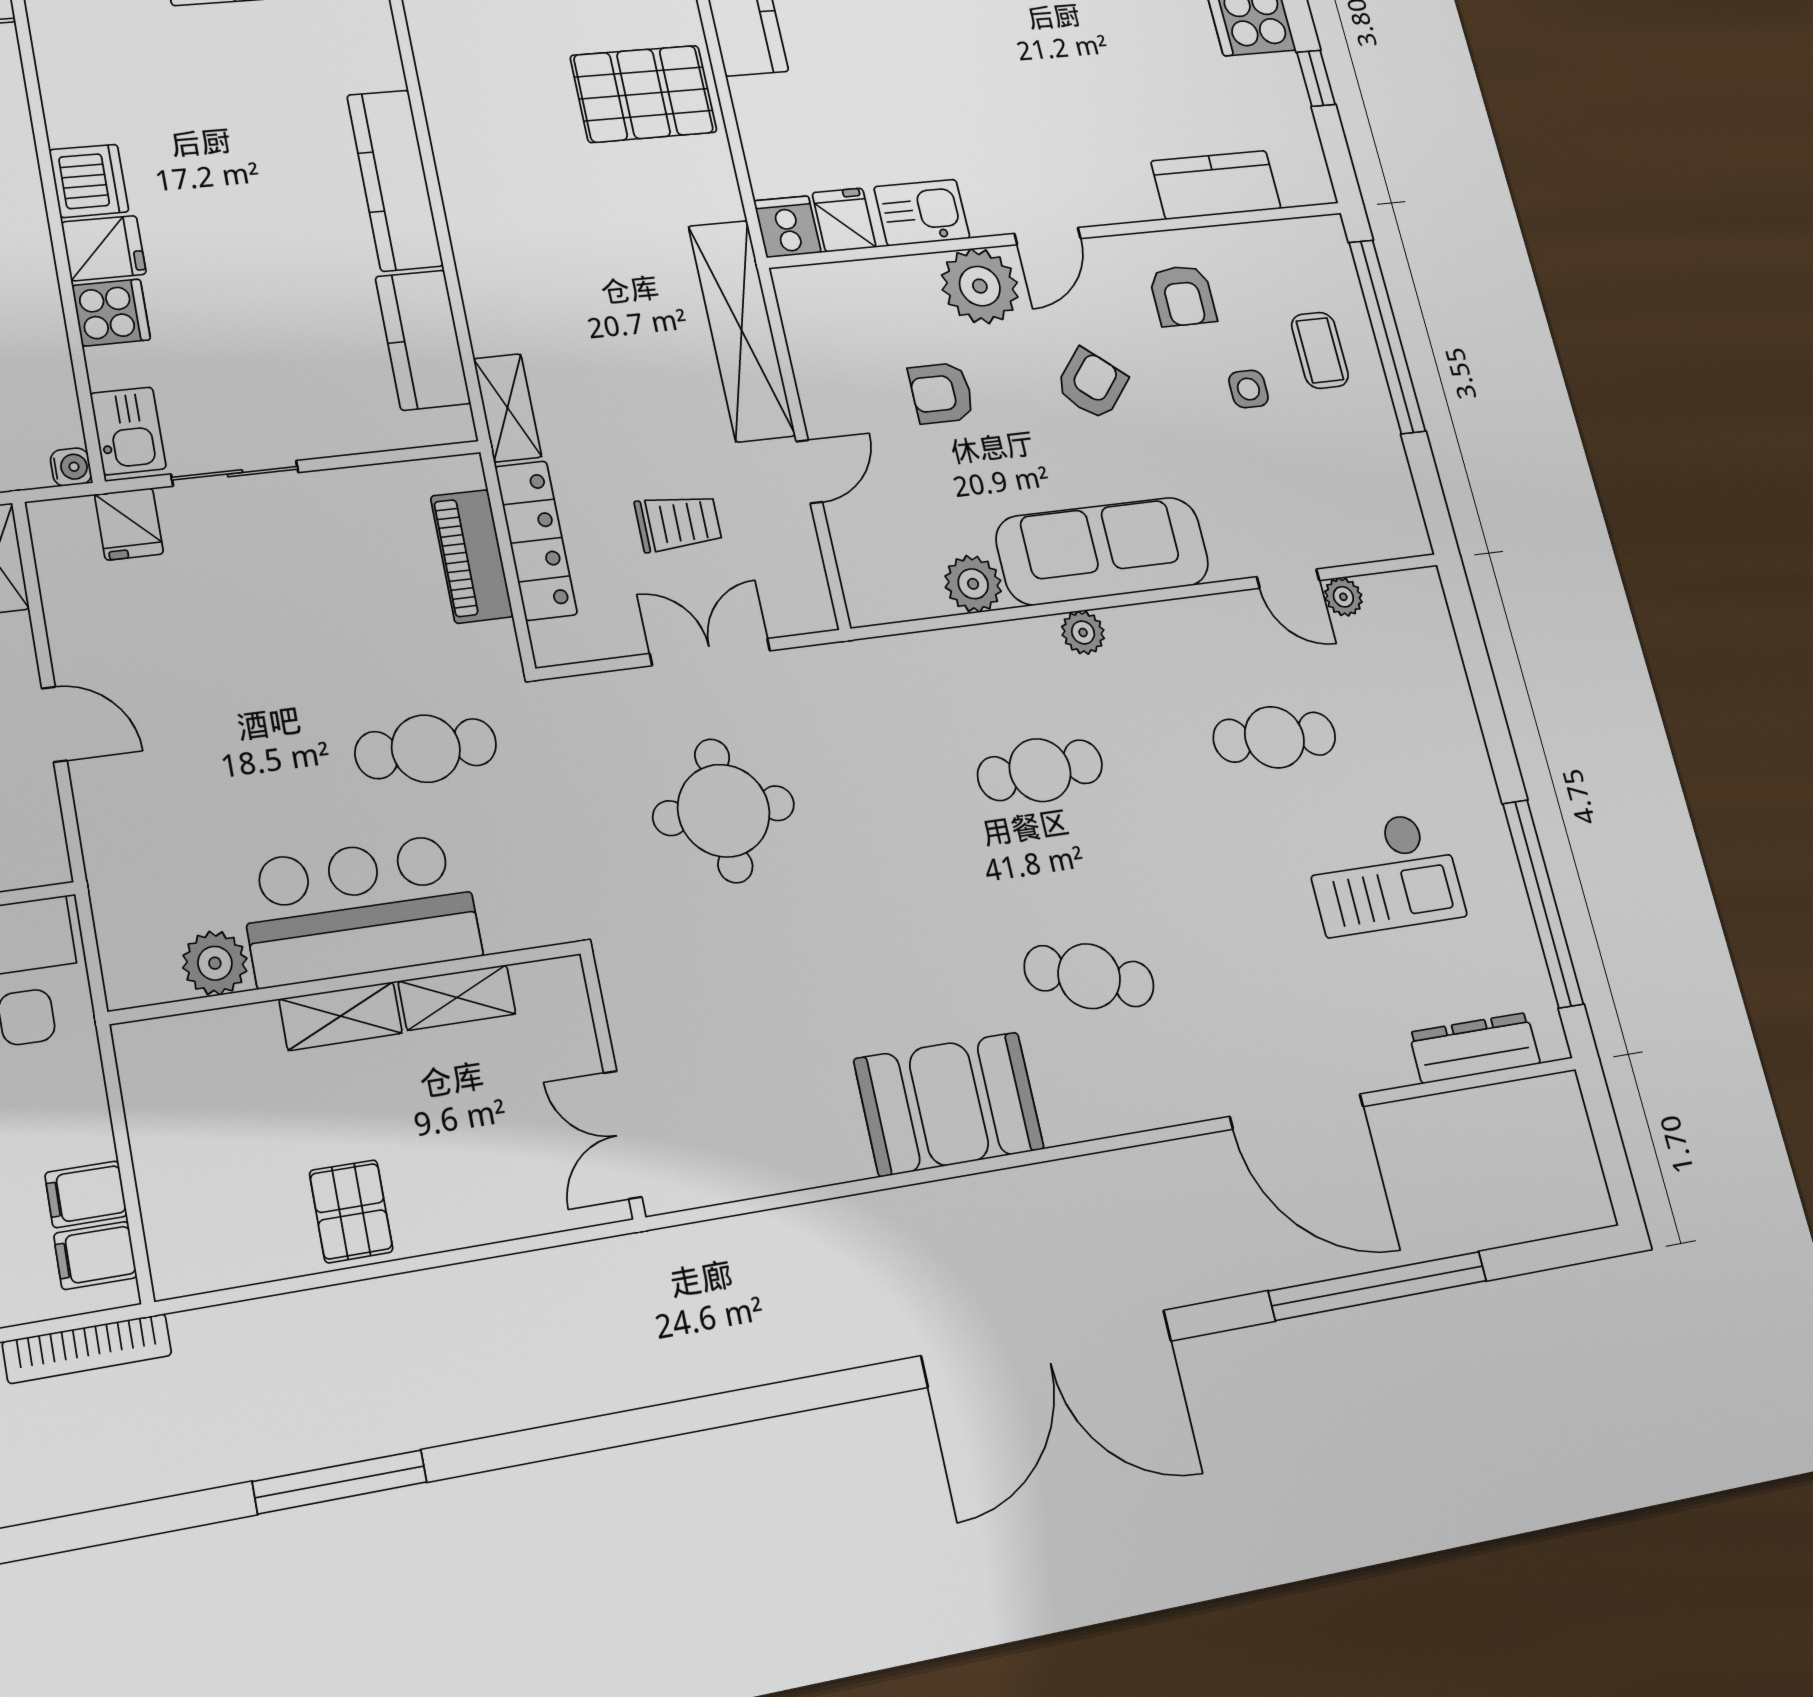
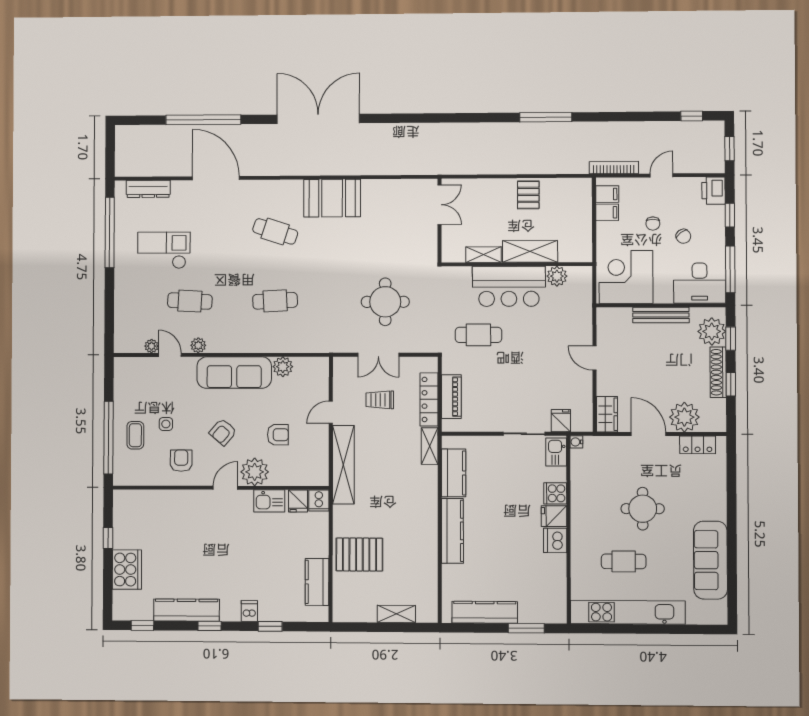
kitchen counter: (1216, 185) -> (158, 501), removed
plant: (1083, 632) -> (198, 345), moved
shelving: (341, 1016) -> (530, 251), width x1.50, depth x1.33

